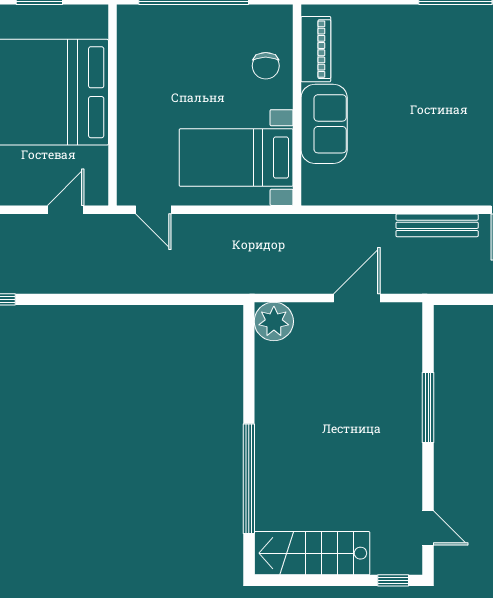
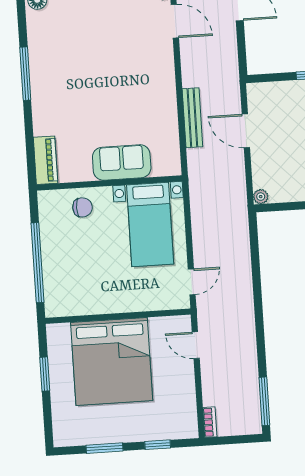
piano: (316, 49) -> (46, 160), moved, turned 90
bench: (437, 225) -> (192, 118), moved
plant: (274, 321) -> (261, 197), width x0.53, depth x0.53

